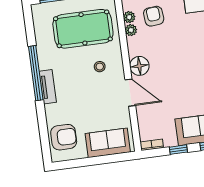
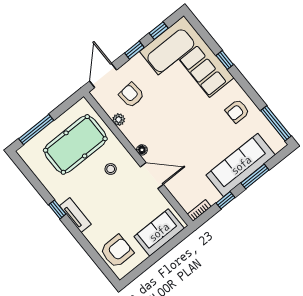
plant: (129, 17) -> (110, 109), removed
floor lamp: (139, 66) -> (142, 150), width x0.53, depth x0.53
window: (36, 73) -> (57, 209), width x0.32

